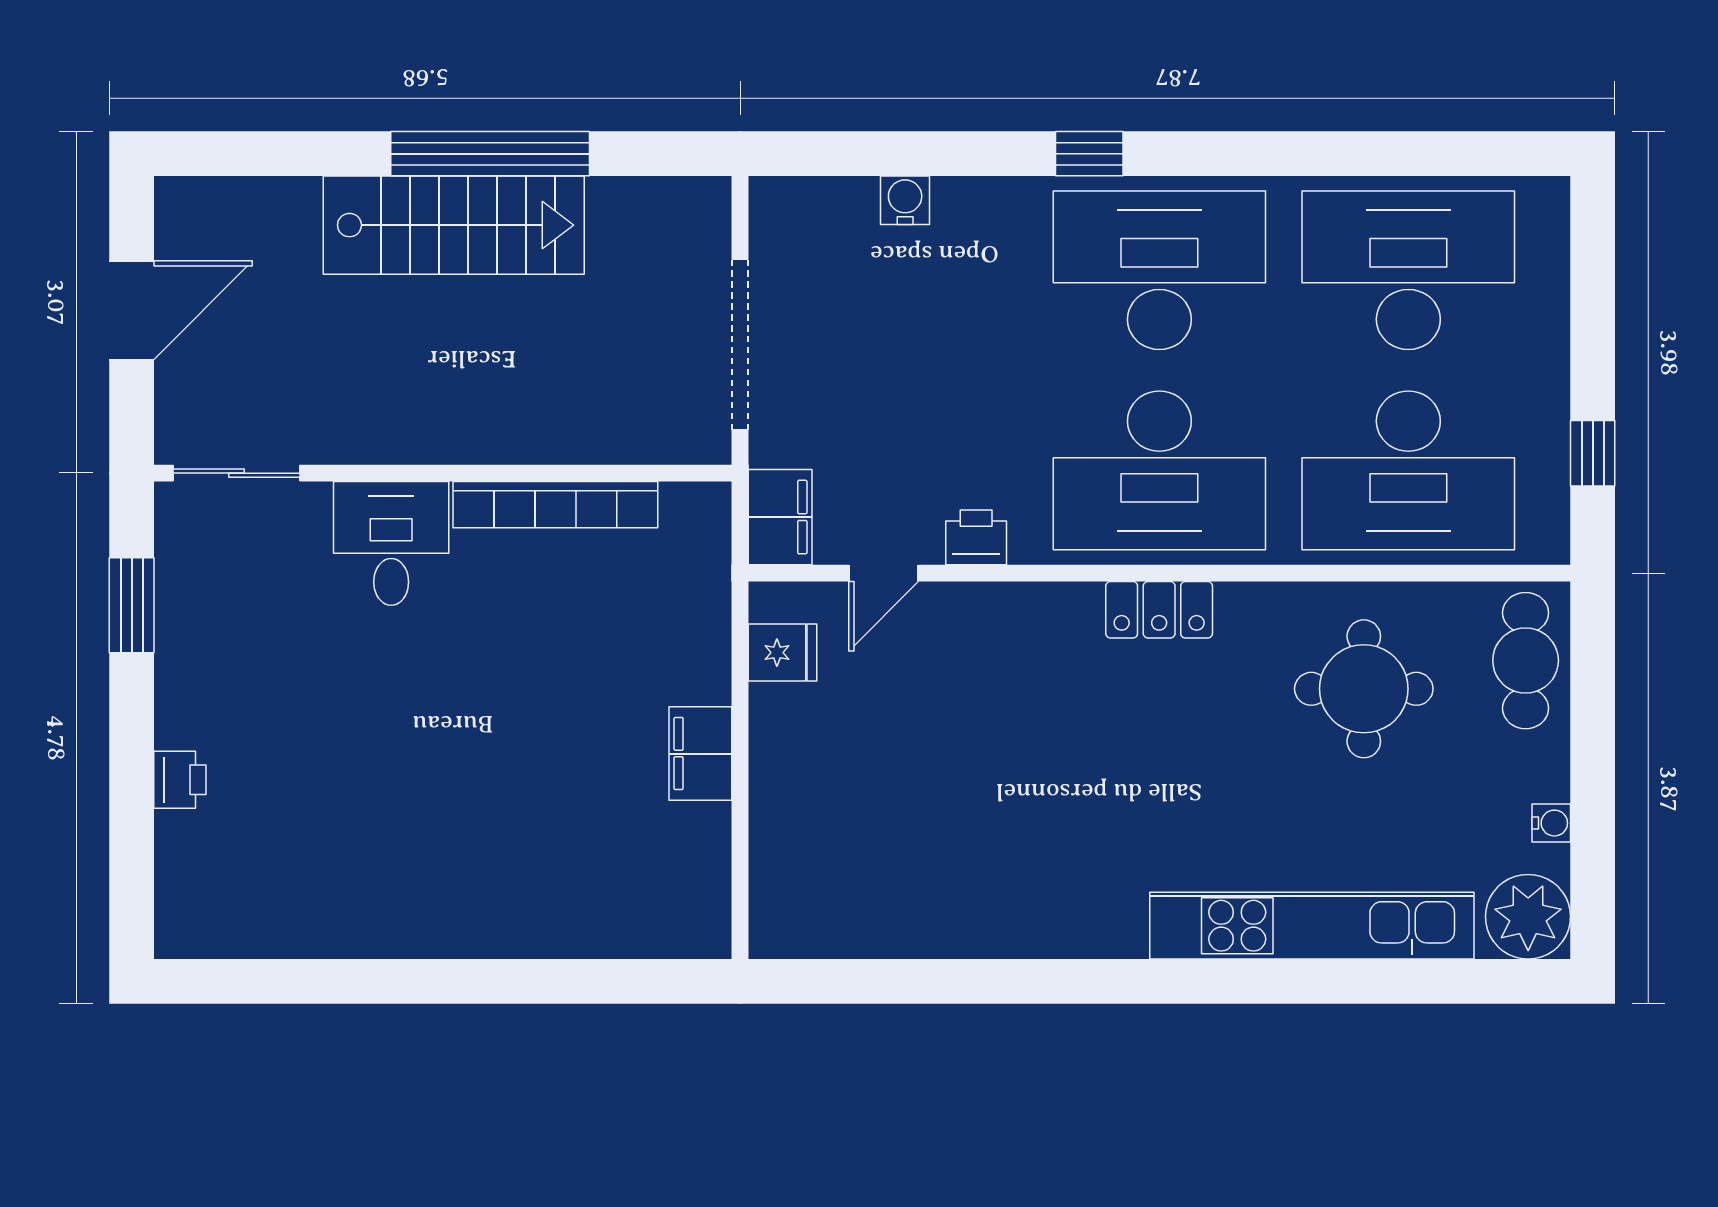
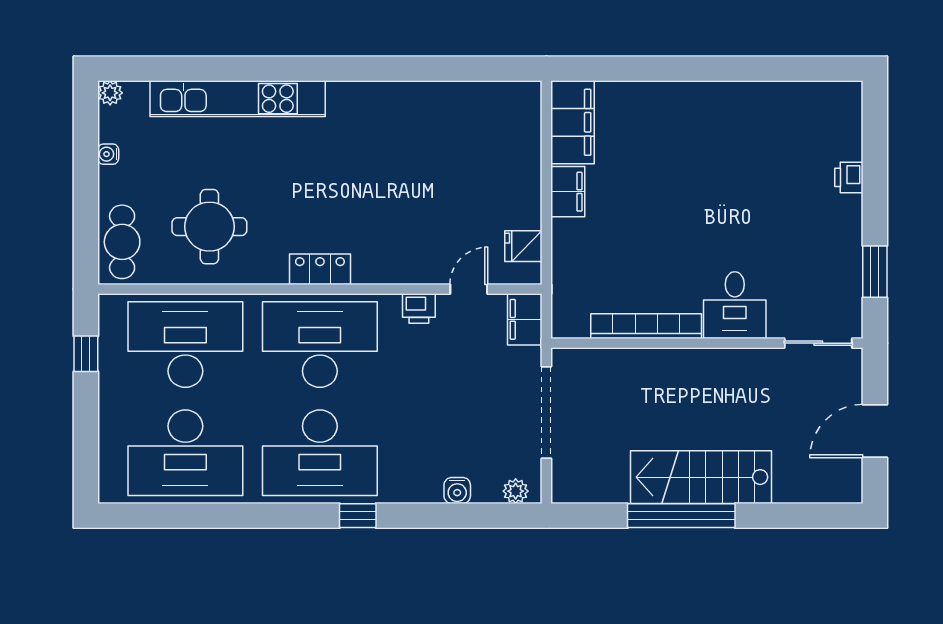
plant: (797, 199) -> (516, 491), added
filing cabinet: (692, 882) -> (573, 122), added
plant: (1528, 917) -> (110, 93), width x0.53, depth x0.53

